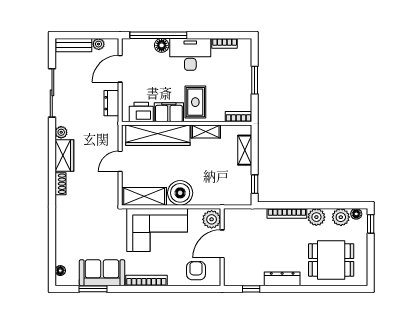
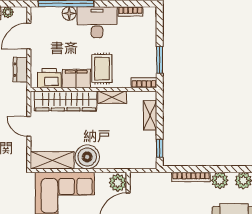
window: (255, 80) -> (160, 60), moved
door: (120, 161) -> (29, 126), hinge flipped

